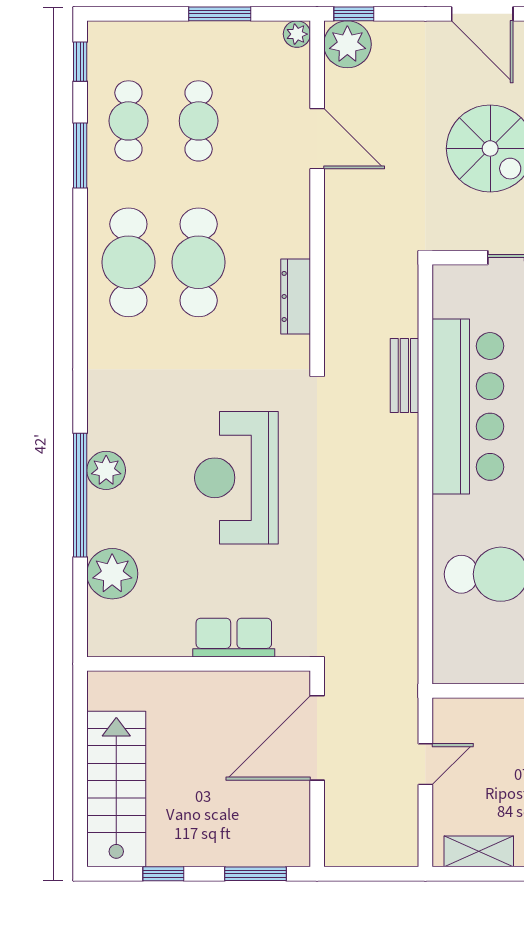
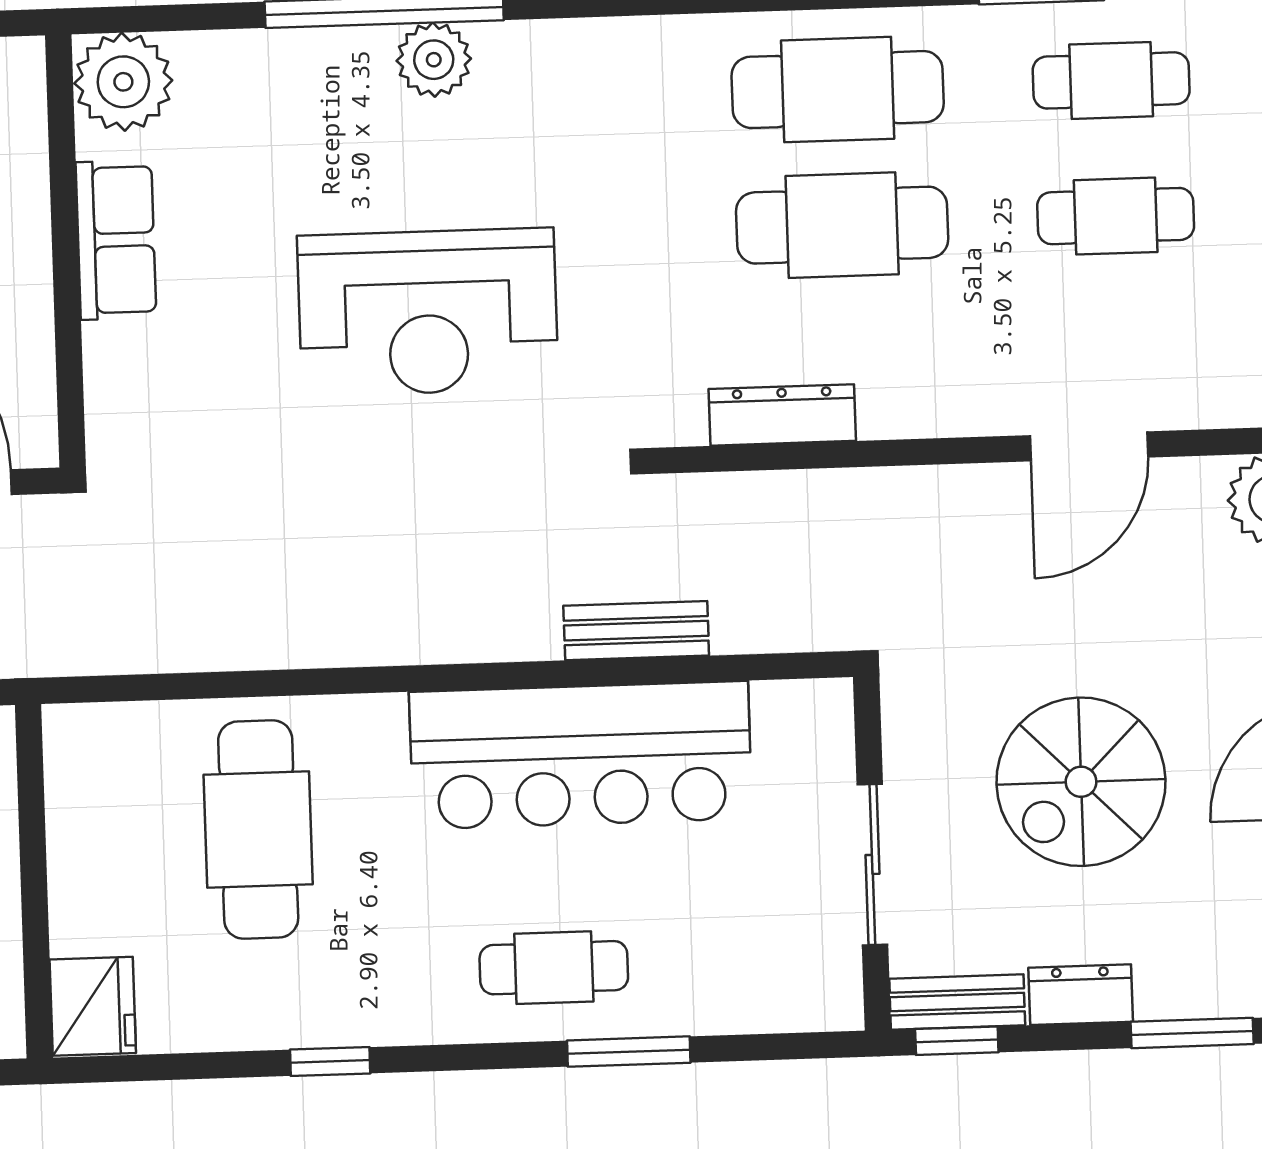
reception desk: (236, 478) -> (428, 312), turned 180
plant: (112, 574) -> (123, 82), moved
row of seats: (234, 638) -> (116, 240), moved

